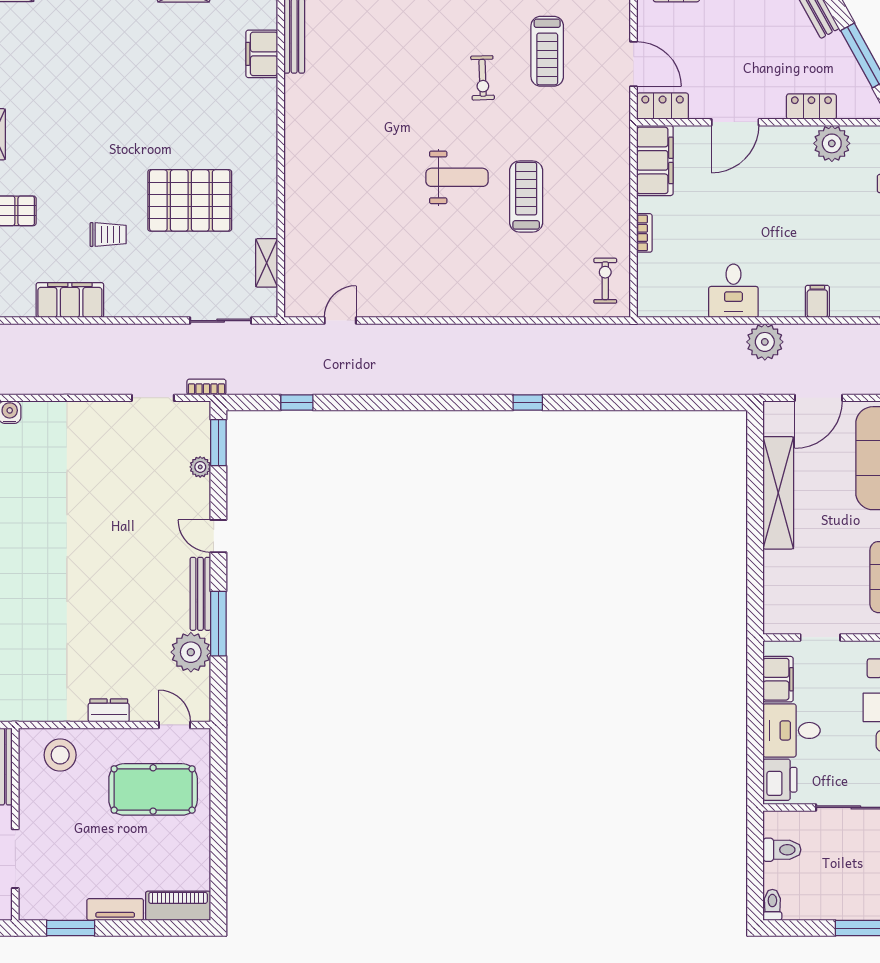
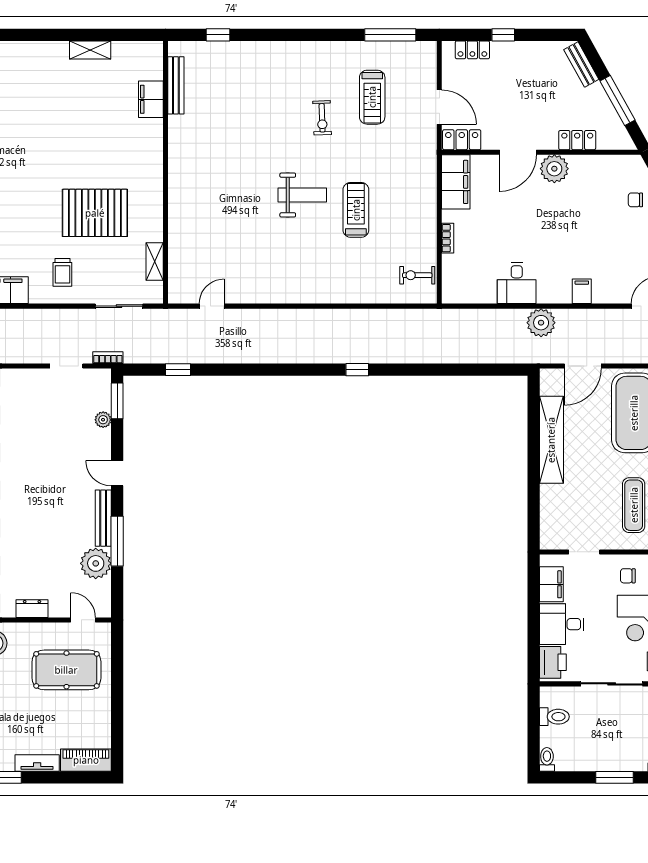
plant: (832, 143) -> (554, 169), moved
trolley: (108, 235) -> (62, 272), moved, turned 90
exercise bike: (605, 281) -> (417, 275), turned -90

